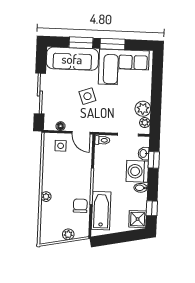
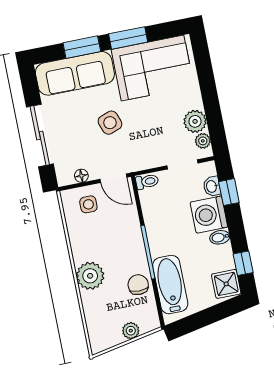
plant: (46, 197) -> (90, 276), width x1.88, depth x1.88

